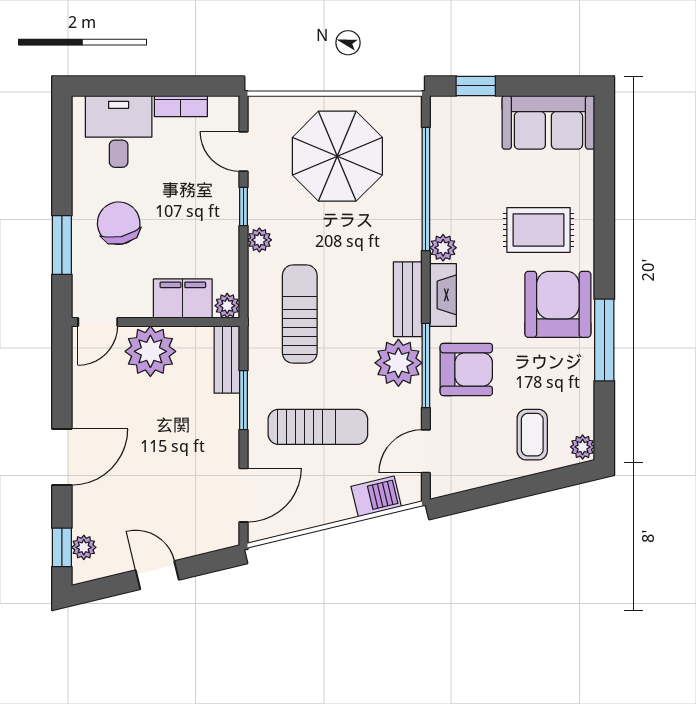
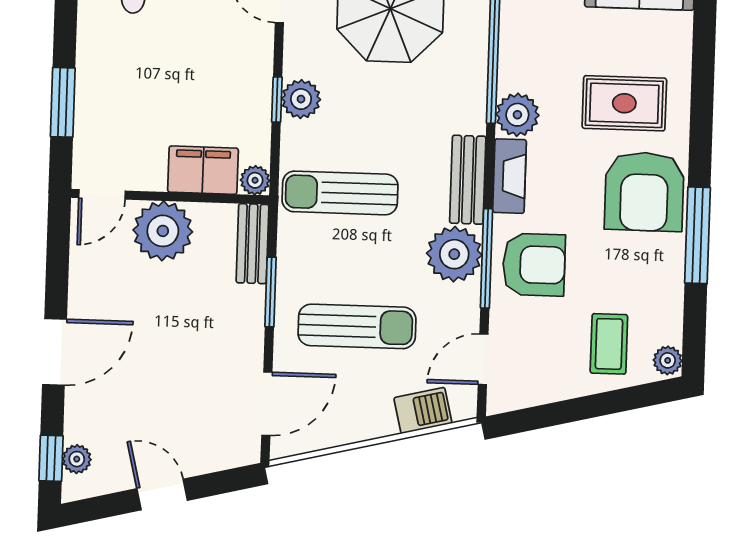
window: (244, 206) -> (277, 99), moved
chair: (119, 223) -> (130, 79), removed
plant: (259, 240) -> (301, 99), width x1.38, depth x1.38
plant: (443, 248) -> (517, 115), width x1.38, depth x1.38
armchair: (558, 304) -> (644, 192), turned 180
sun lounger: (300, 314) -> (340, 193), turned -90

